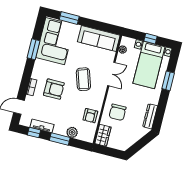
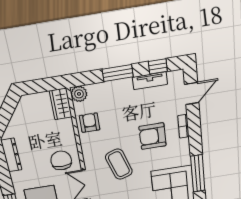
window: (34, 49) -> (198, 173), width x1.44
chair: (118, 112) -> (61, 160), moved
plant: (72, 132) -> (79, 94), moved

